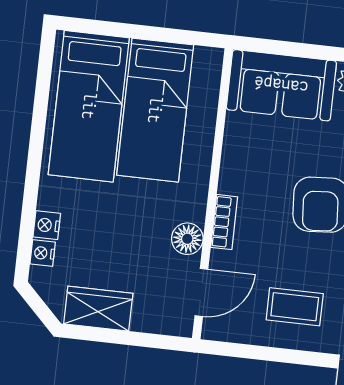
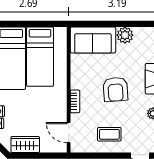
floor lamp: (187, 239) -> (60, 110), removed
door: (201, 292) -> (69, 133), swing flipped

